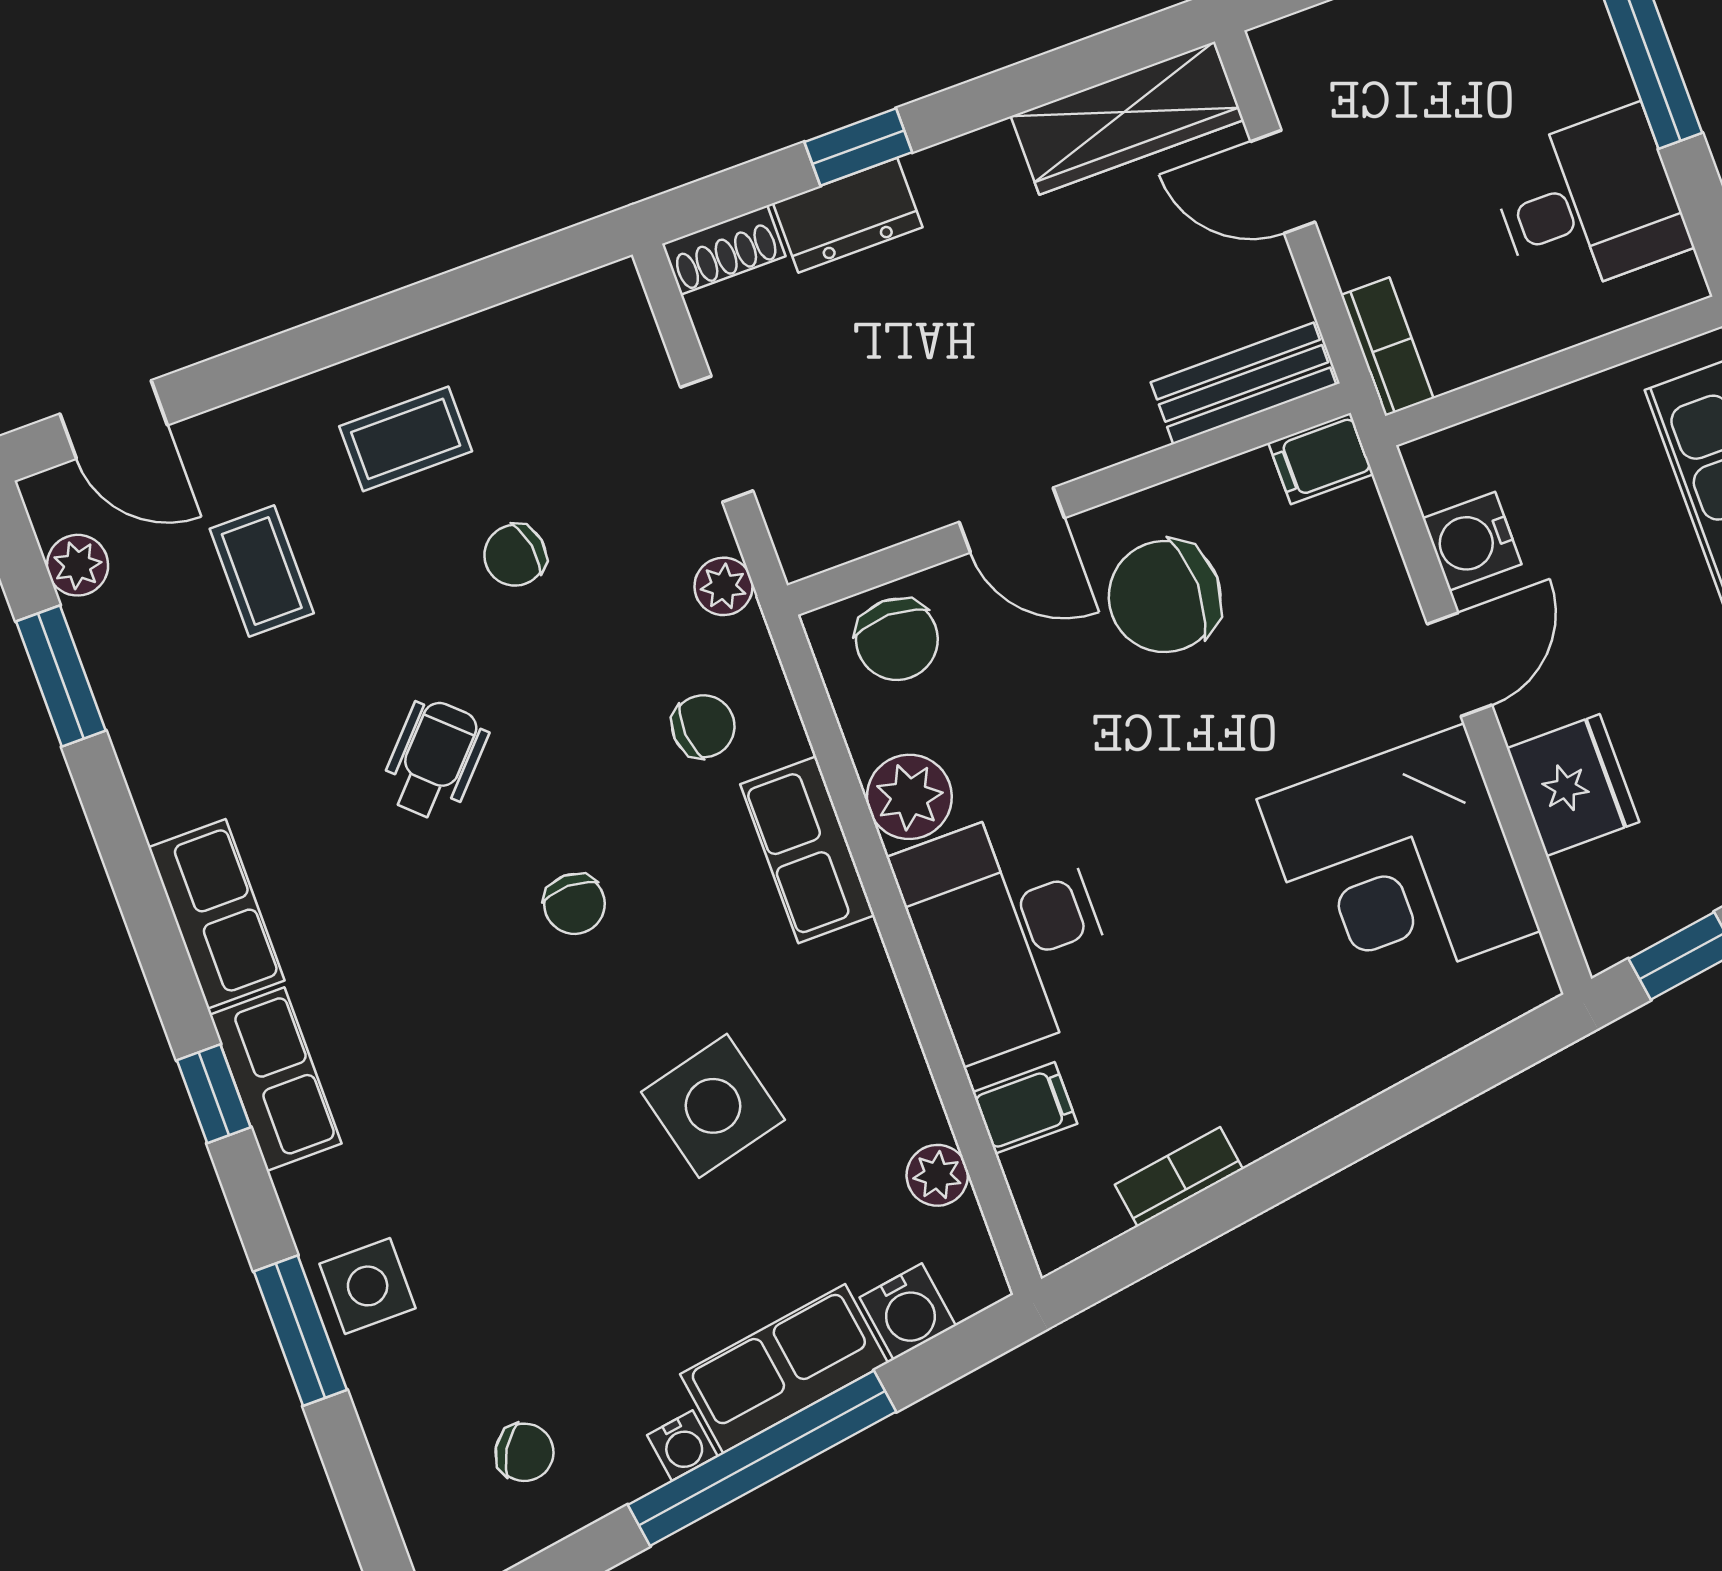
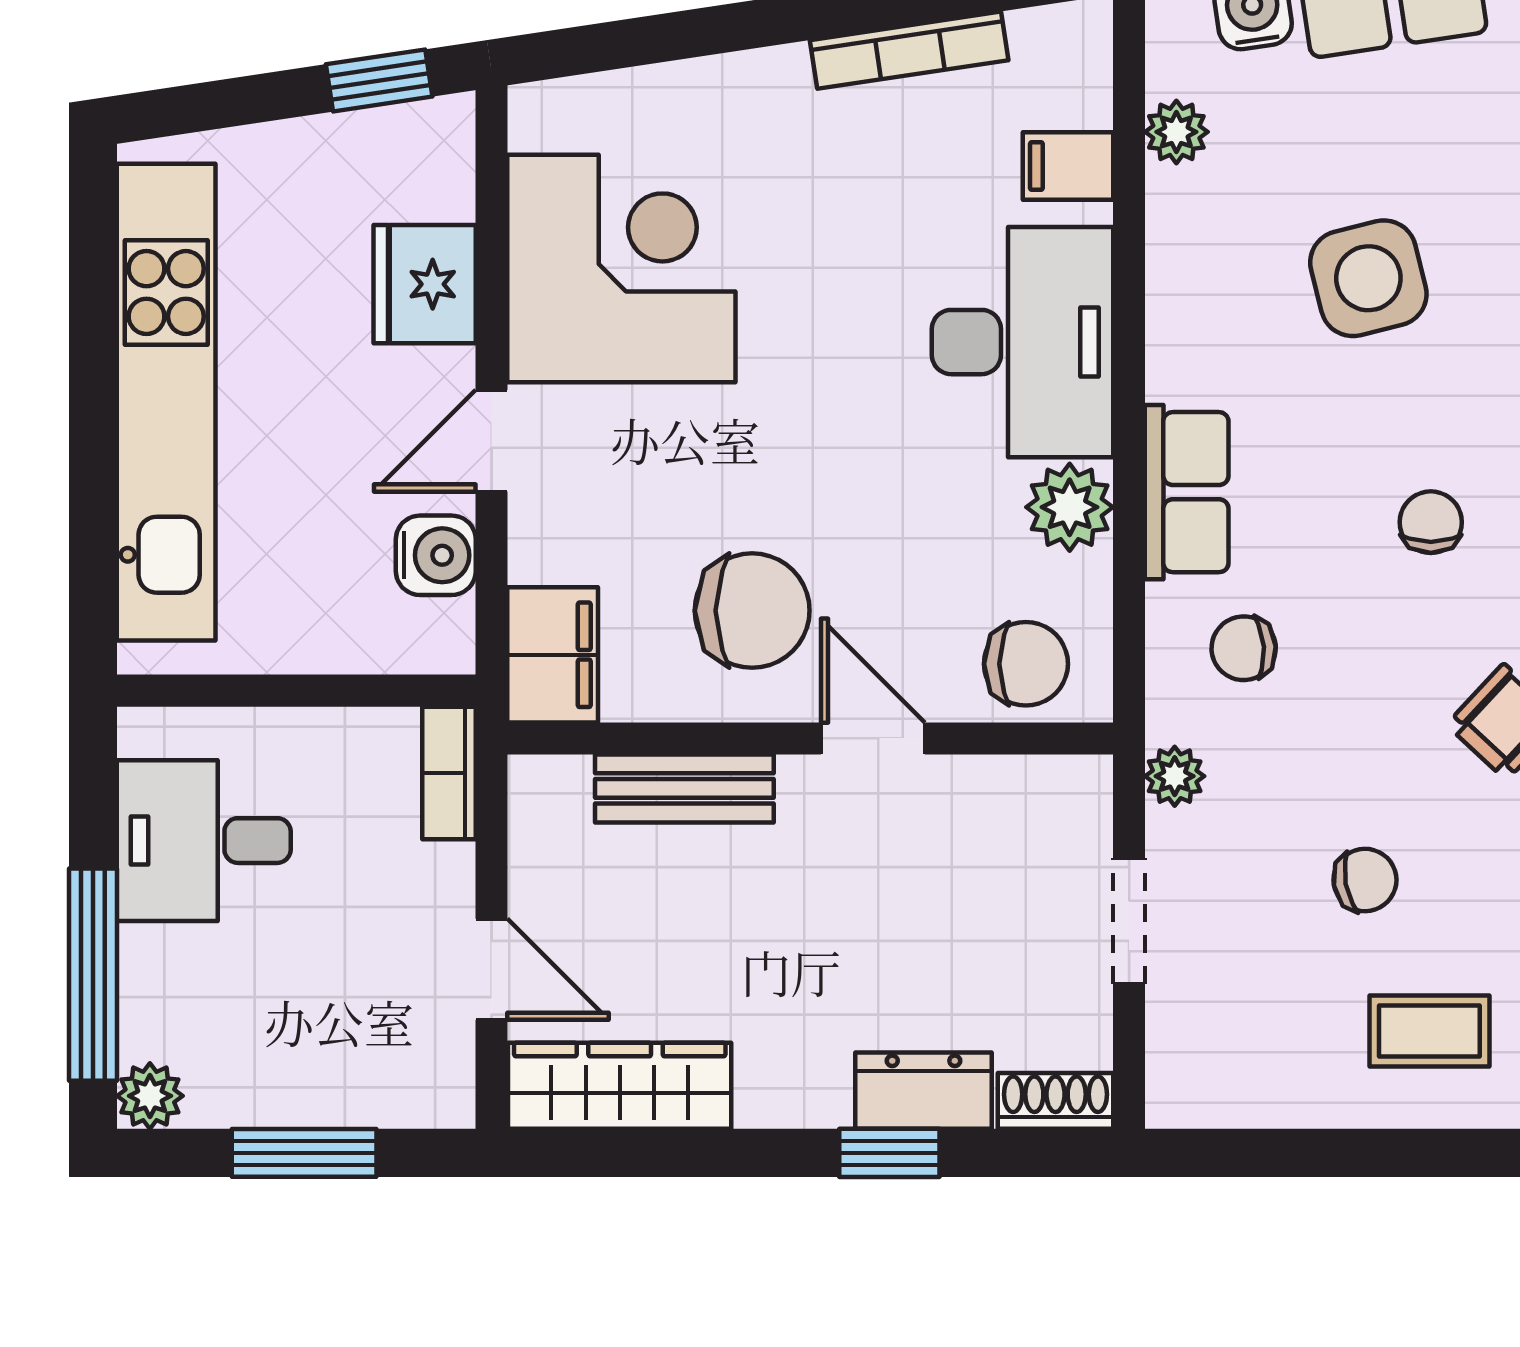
bench: (1244, 383) -> (684, 788), moved
filing cabinet: (1321, 458) -> (553, 655), width x2.00
chair: (897, 639) -> (1026, 664), turned 90
bookcase: (1179, 1177) -> (909, 50), width x1.56

